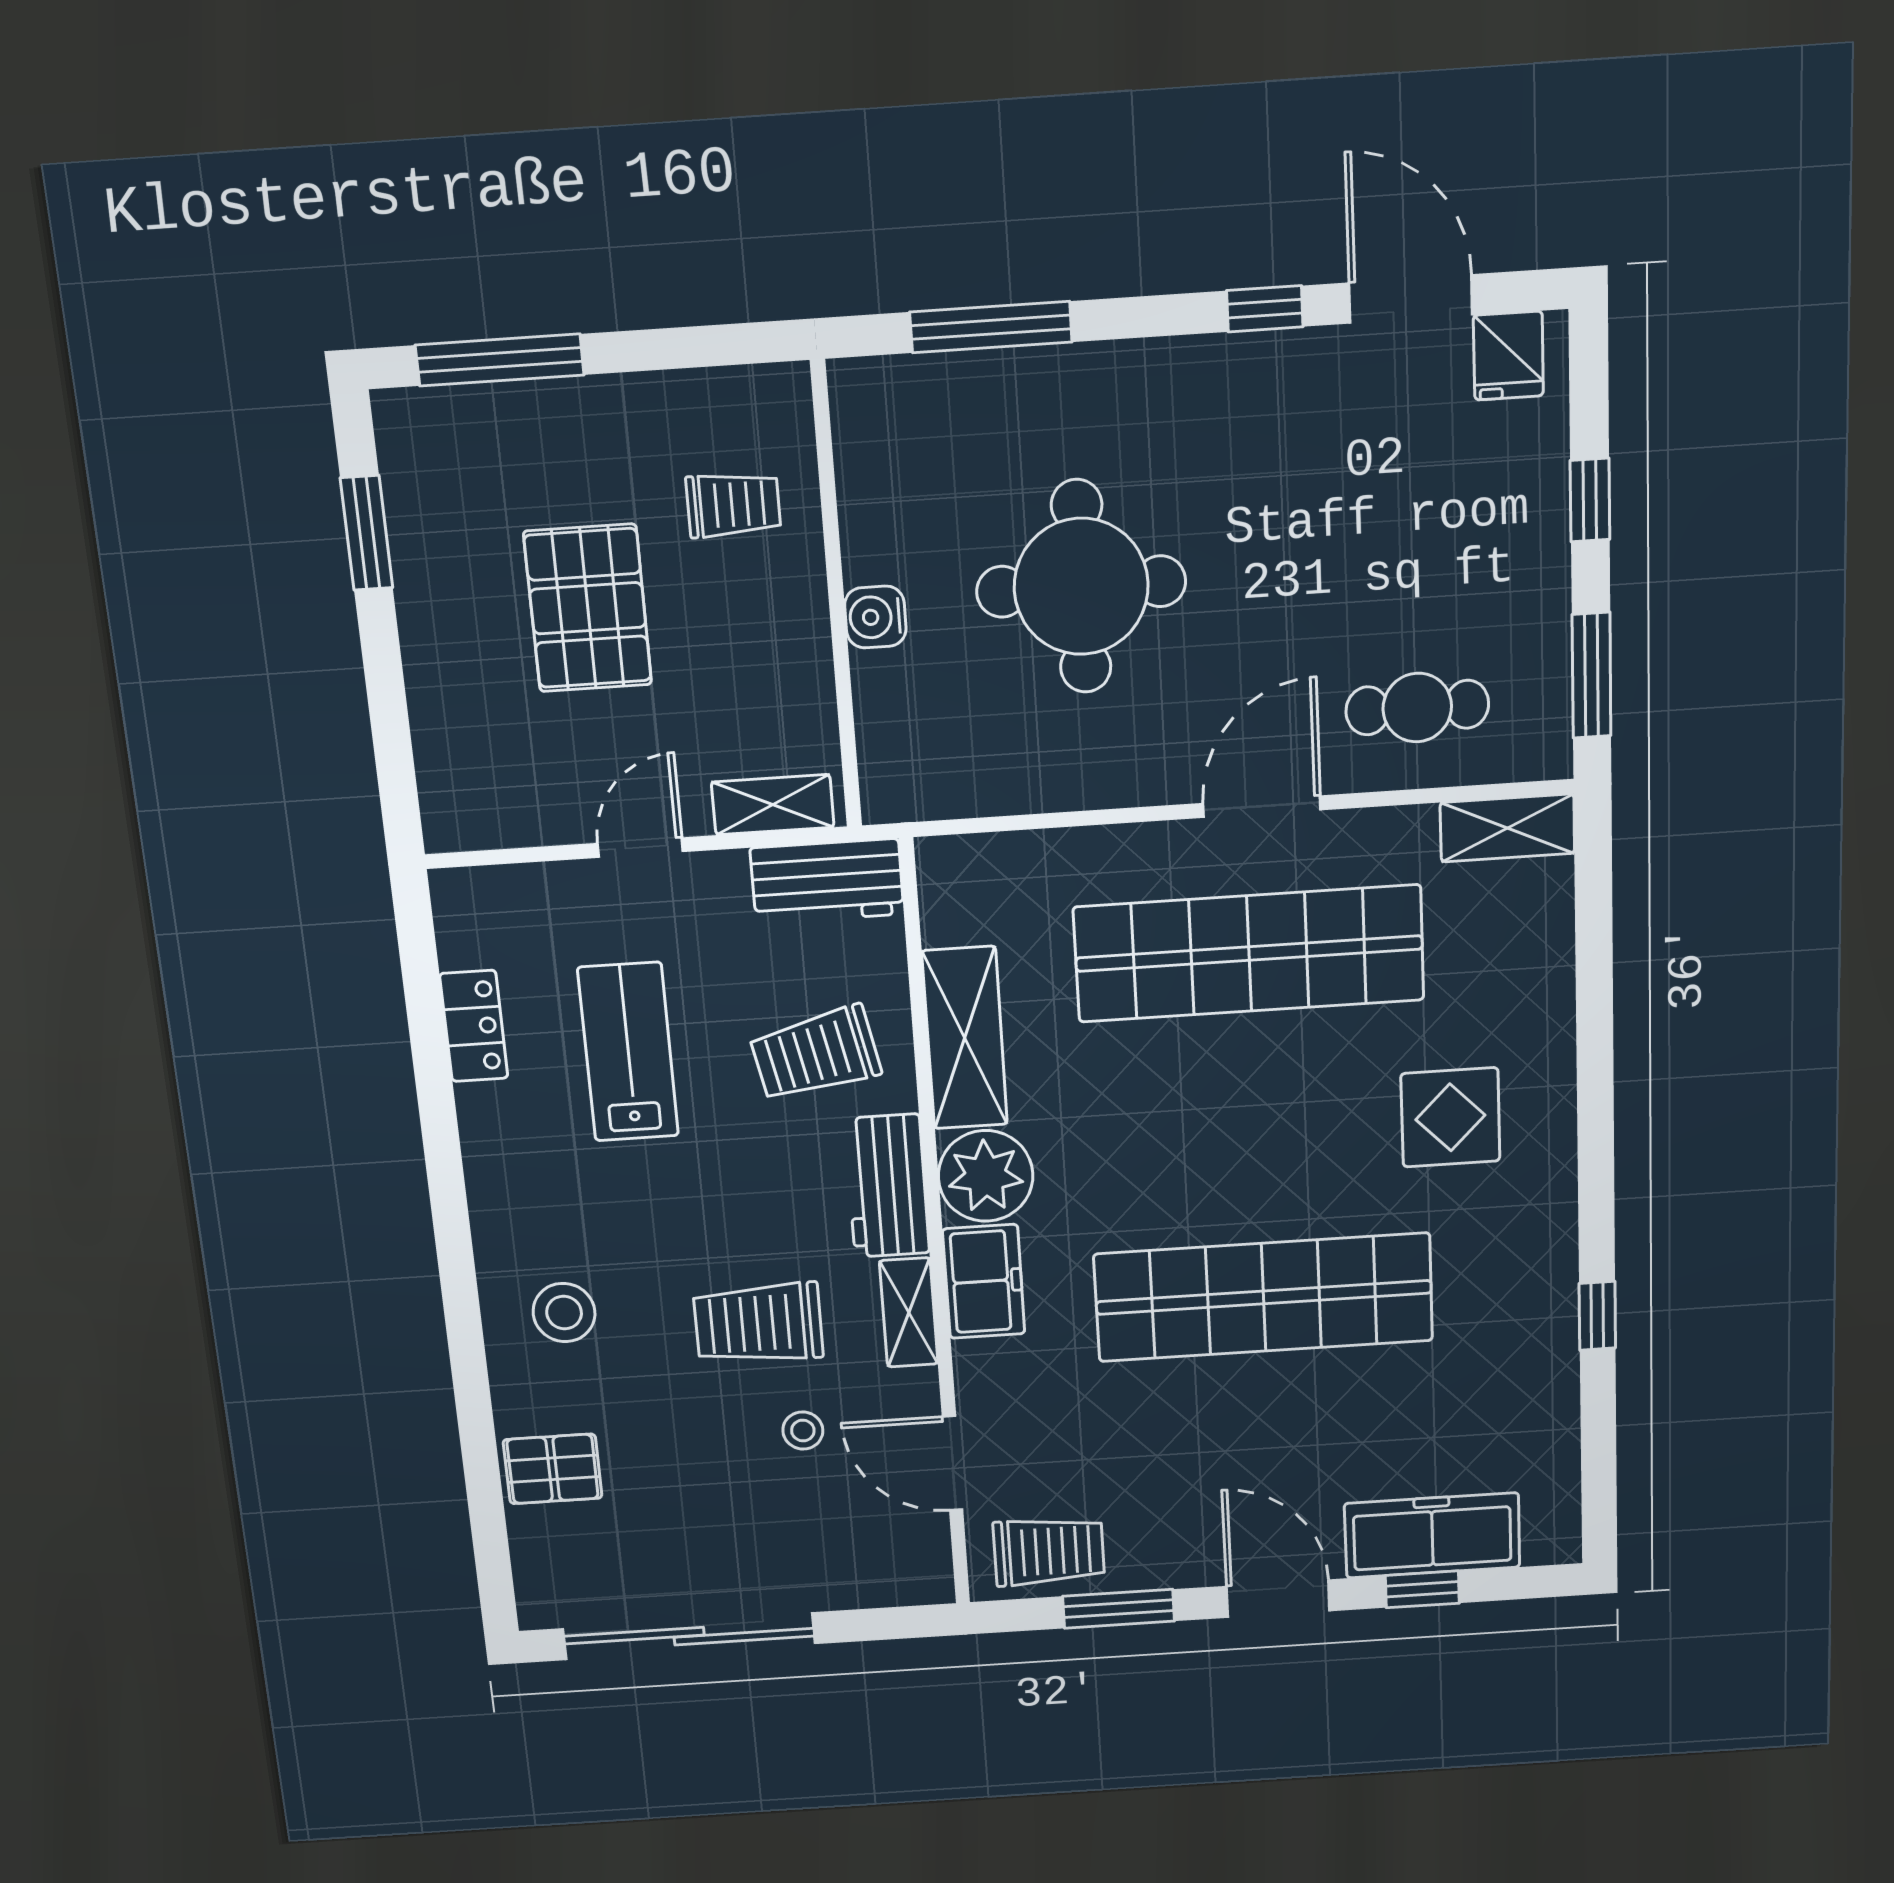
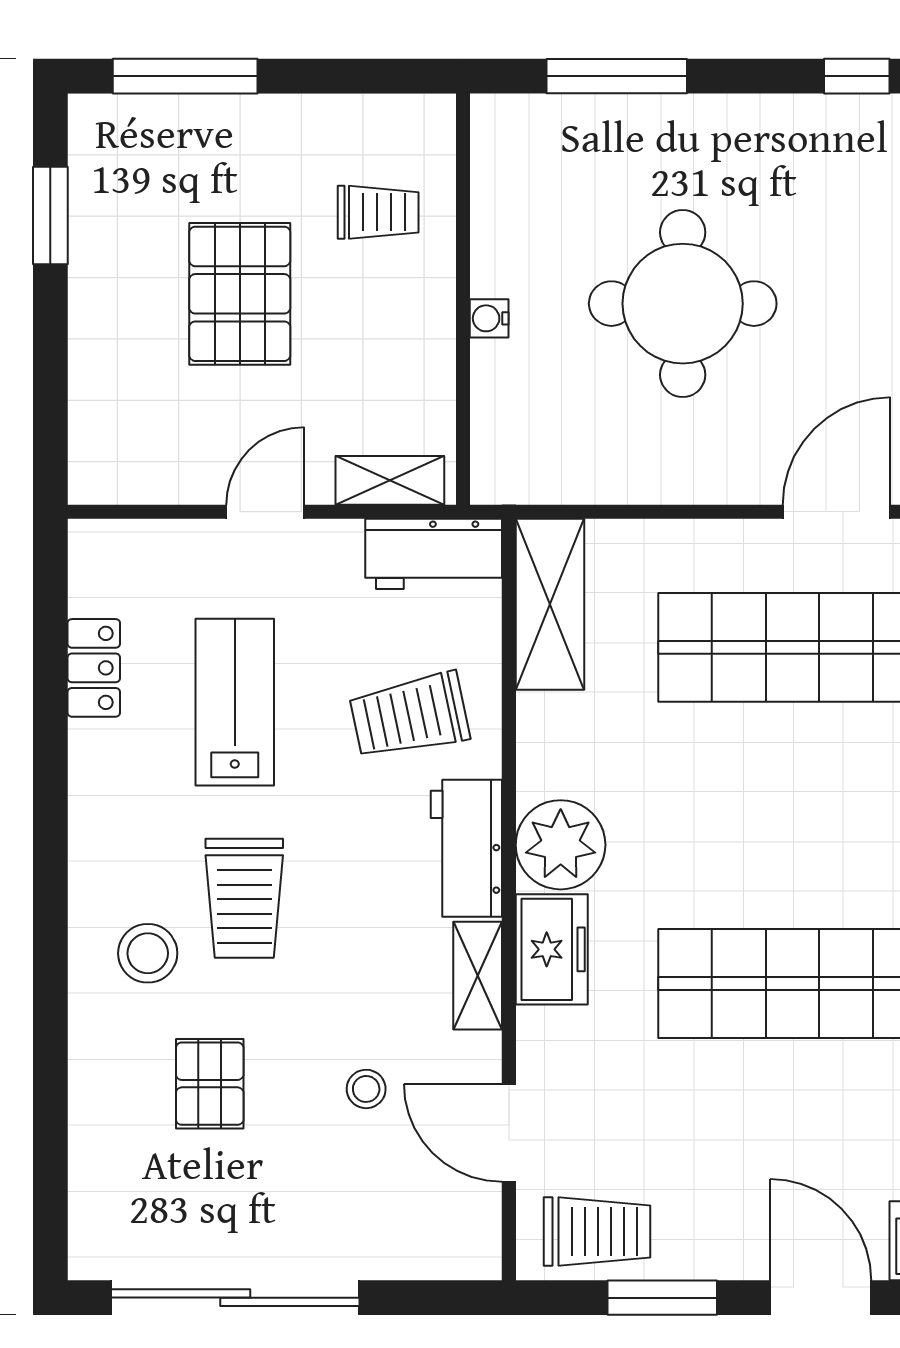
water cooler: (875, 617) -> (489, 318), width x0.72, depth x0.72
shelving: (965, 1038) -> (550, 604), moved
trolley: (758, 1323) -> (244, 898), moved, turned -90
pallet: (553, 1469) -> (210, 1084), moved, turned 90

